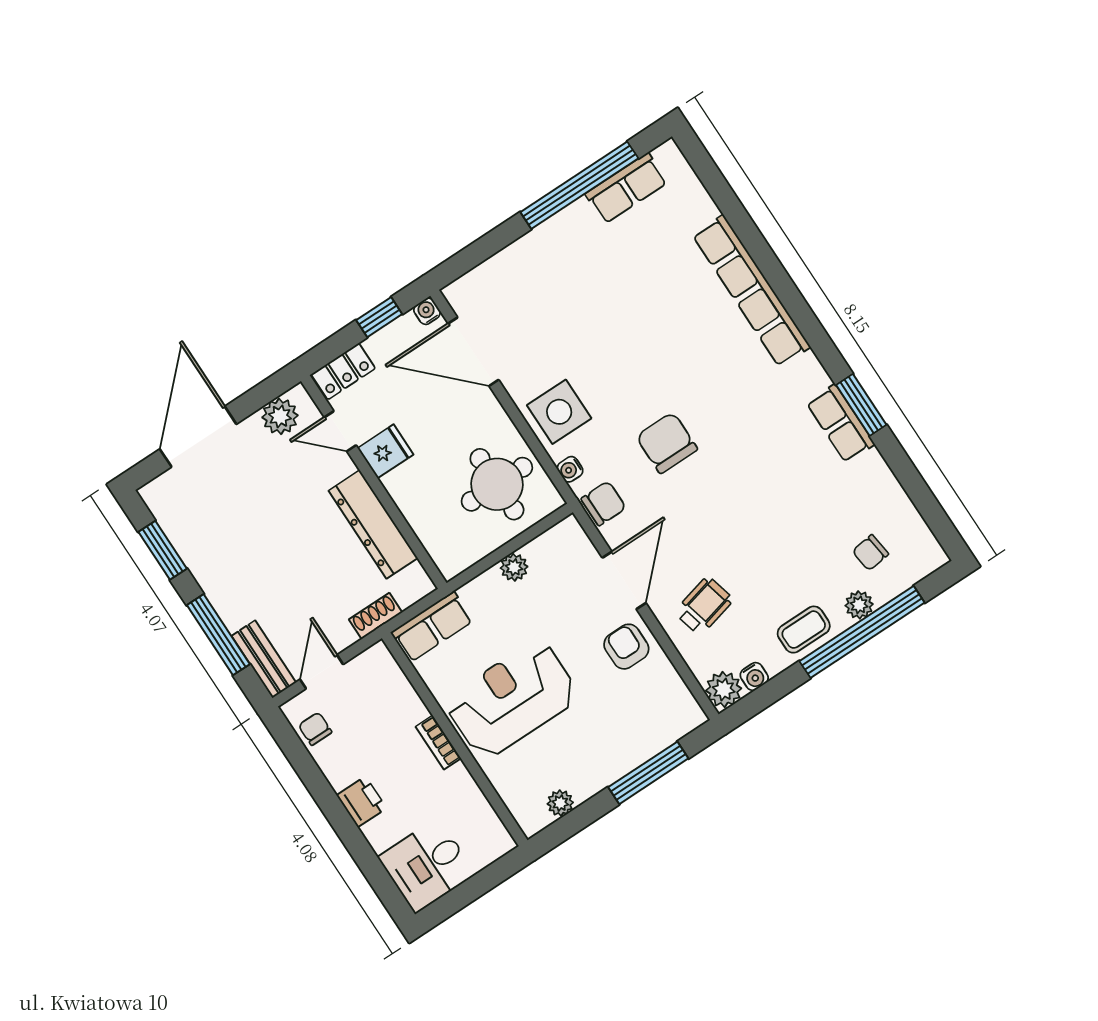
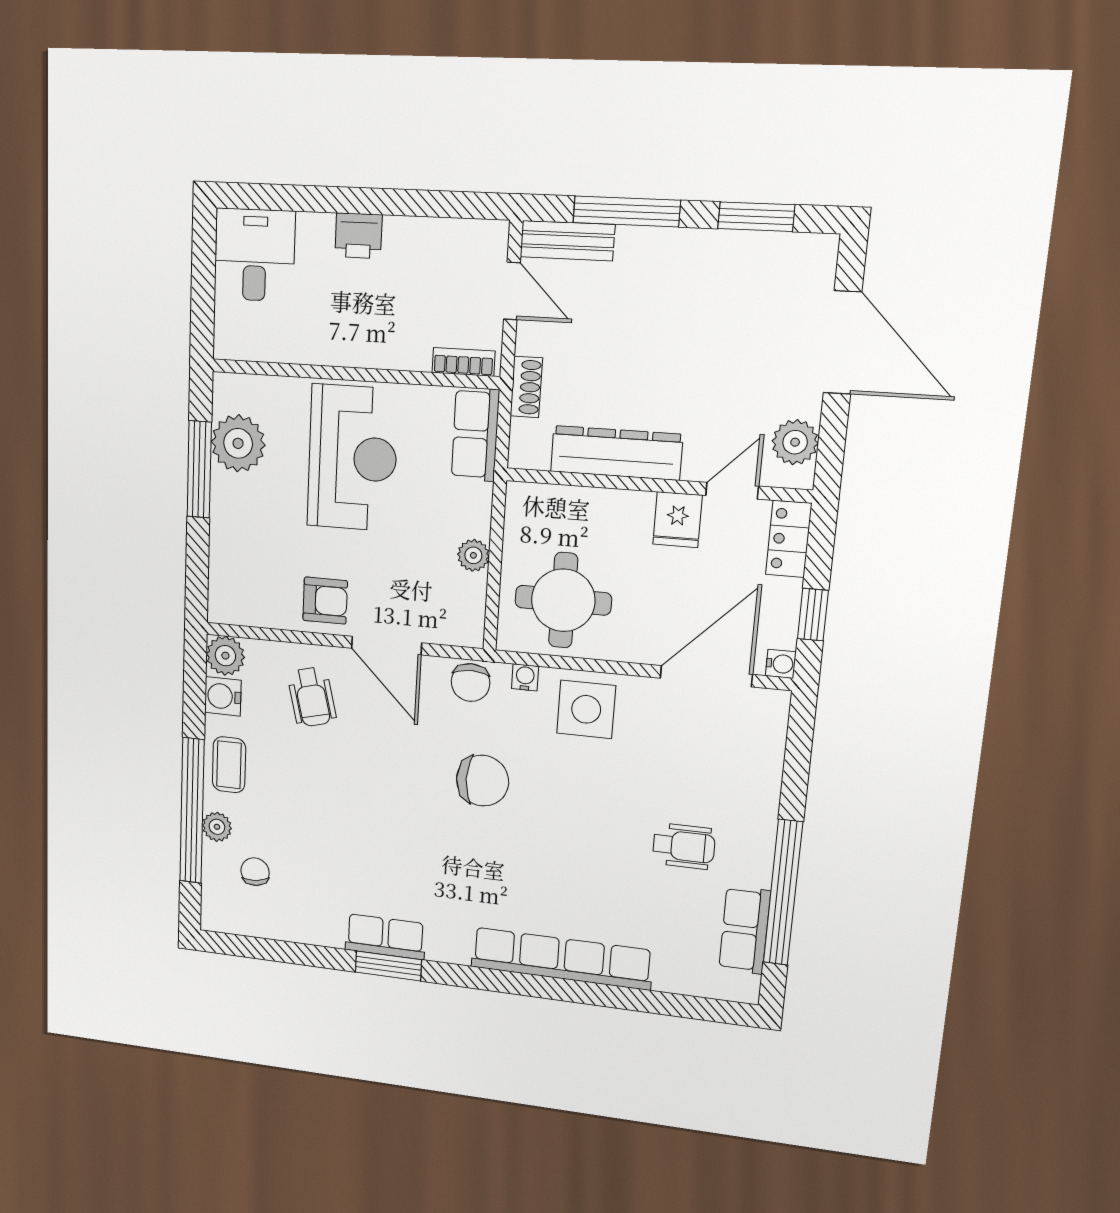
wheelchair: (601, 274) -> (684, 846), added
water cooler: (754, 676) -> (223, 696), width x1.38, depth x1.38
chair: (315, 729) -> (461, 242), removed
bookcase: (438, 742) -> (463, 362), moved
window: (648, 773) -> (199, 469), moved
plant: (560, 803) -> (238, 443), width x1.88, depth x1.88

